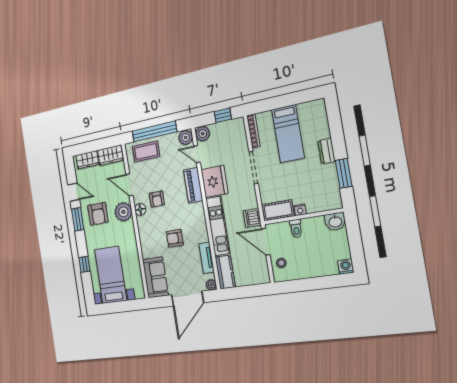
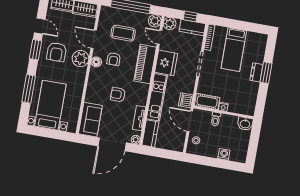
kitchen counter: (230, 128) -> (192, 28), added
coffee table: (146, 152) -> (123, 33), moved
window: (344, 173) -> (266, 73), moved
piano: (193, 185) -> (145, 64), width x1.37, depth x1.33
window: (84, 264) -> (29, 89), width x2.17
washing machine: (346, 267) -> (224, 154), moved

